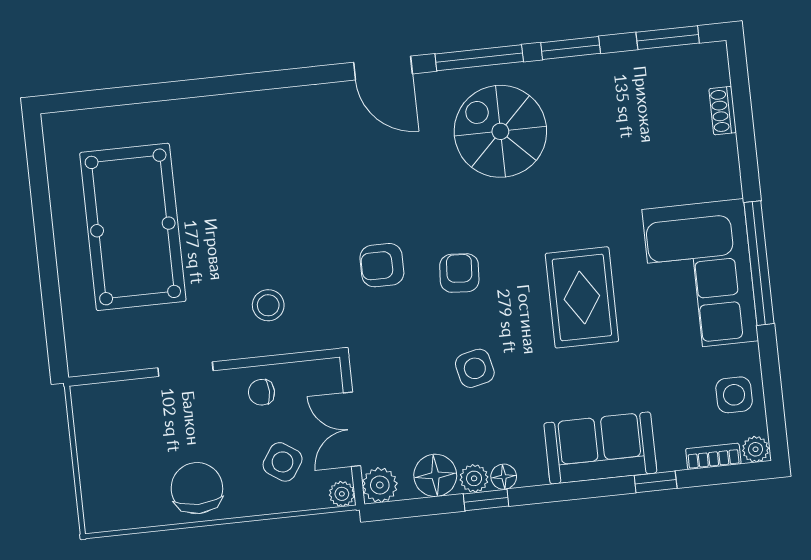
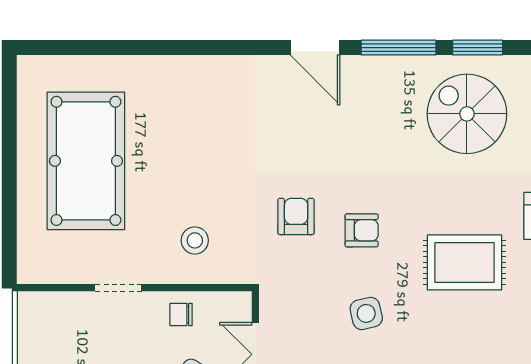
spiral stairs: (500, 131) -> (467, 114), moved
armchair: (382, 265) -> (296, 216), turned 90
armchair: (459, 273) -> (362, 230), turned 86
rug: (582, 297) -> (465, 262), turned 90

